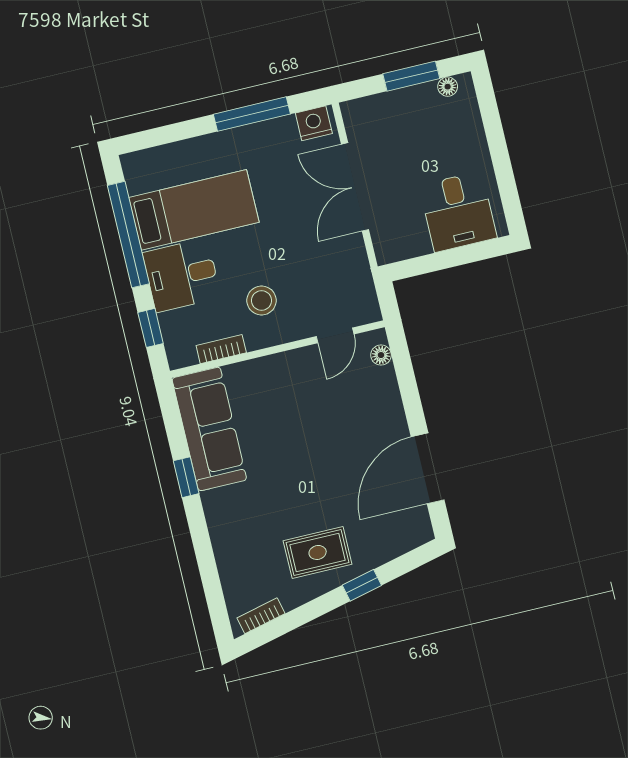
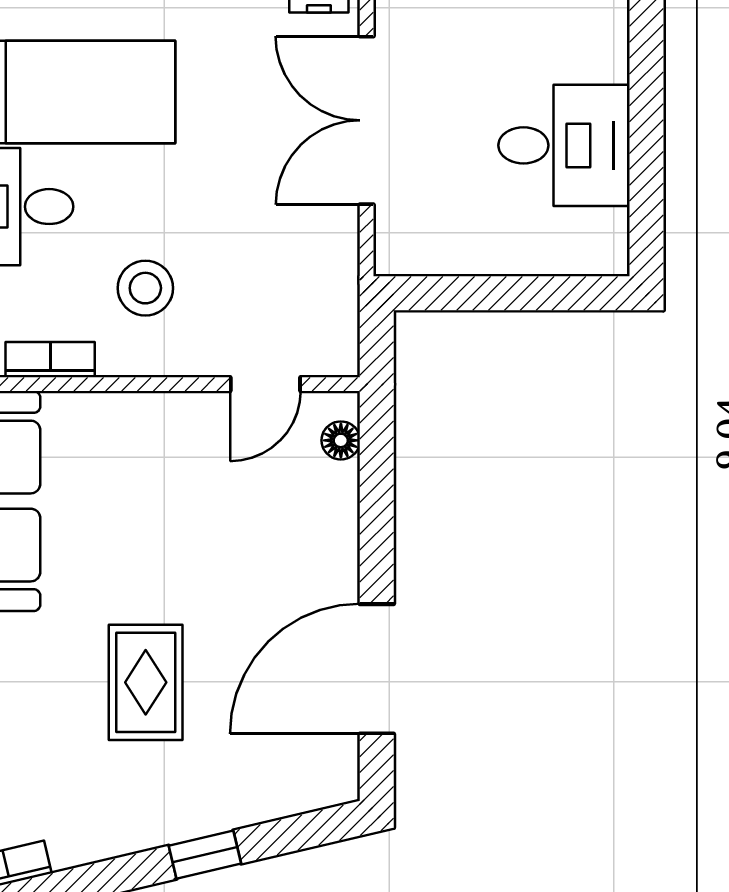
desk: (458, 212) -> (564, 145), moved, turned -90
rug: (318, 552) -> (146, 682), moved, turned 90

